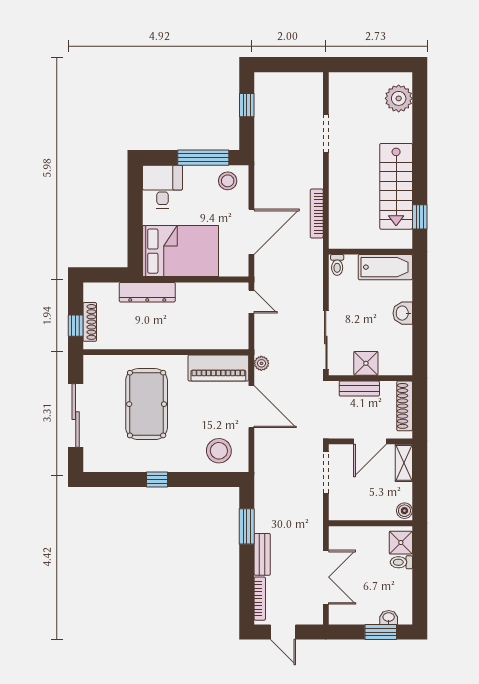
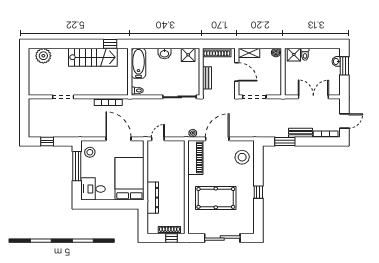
shower: (366, 363) -> (188, 55), moved

